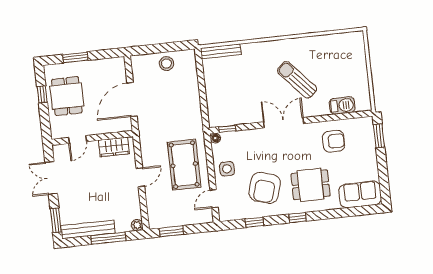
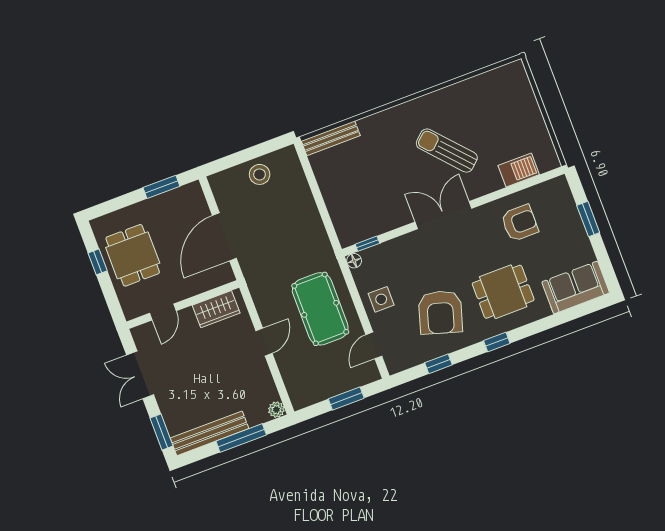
window: (75, 57) -> (161, 187), moved
window: (379, 136) -> (588, 219), moved
window: (171, 231) -> (346, 398), moved

